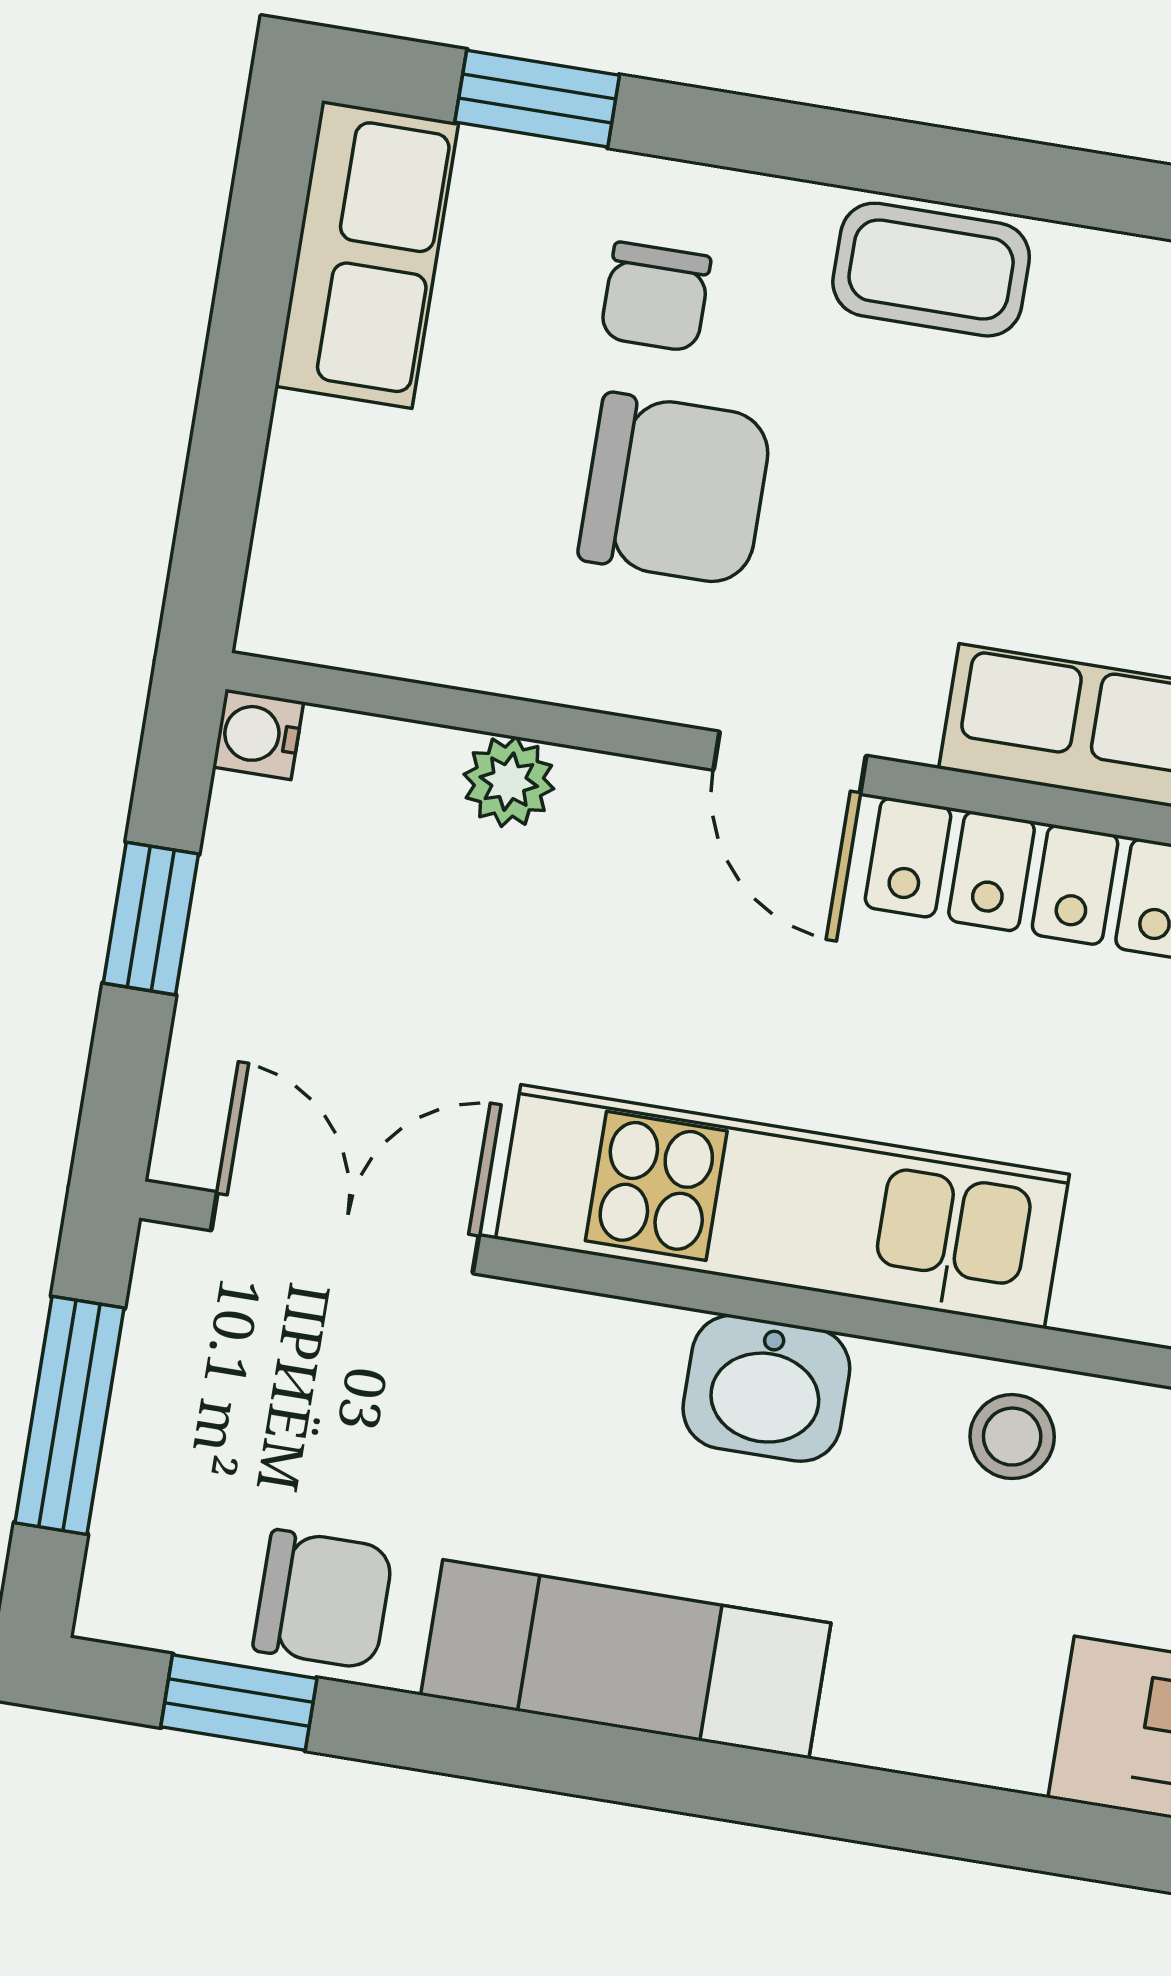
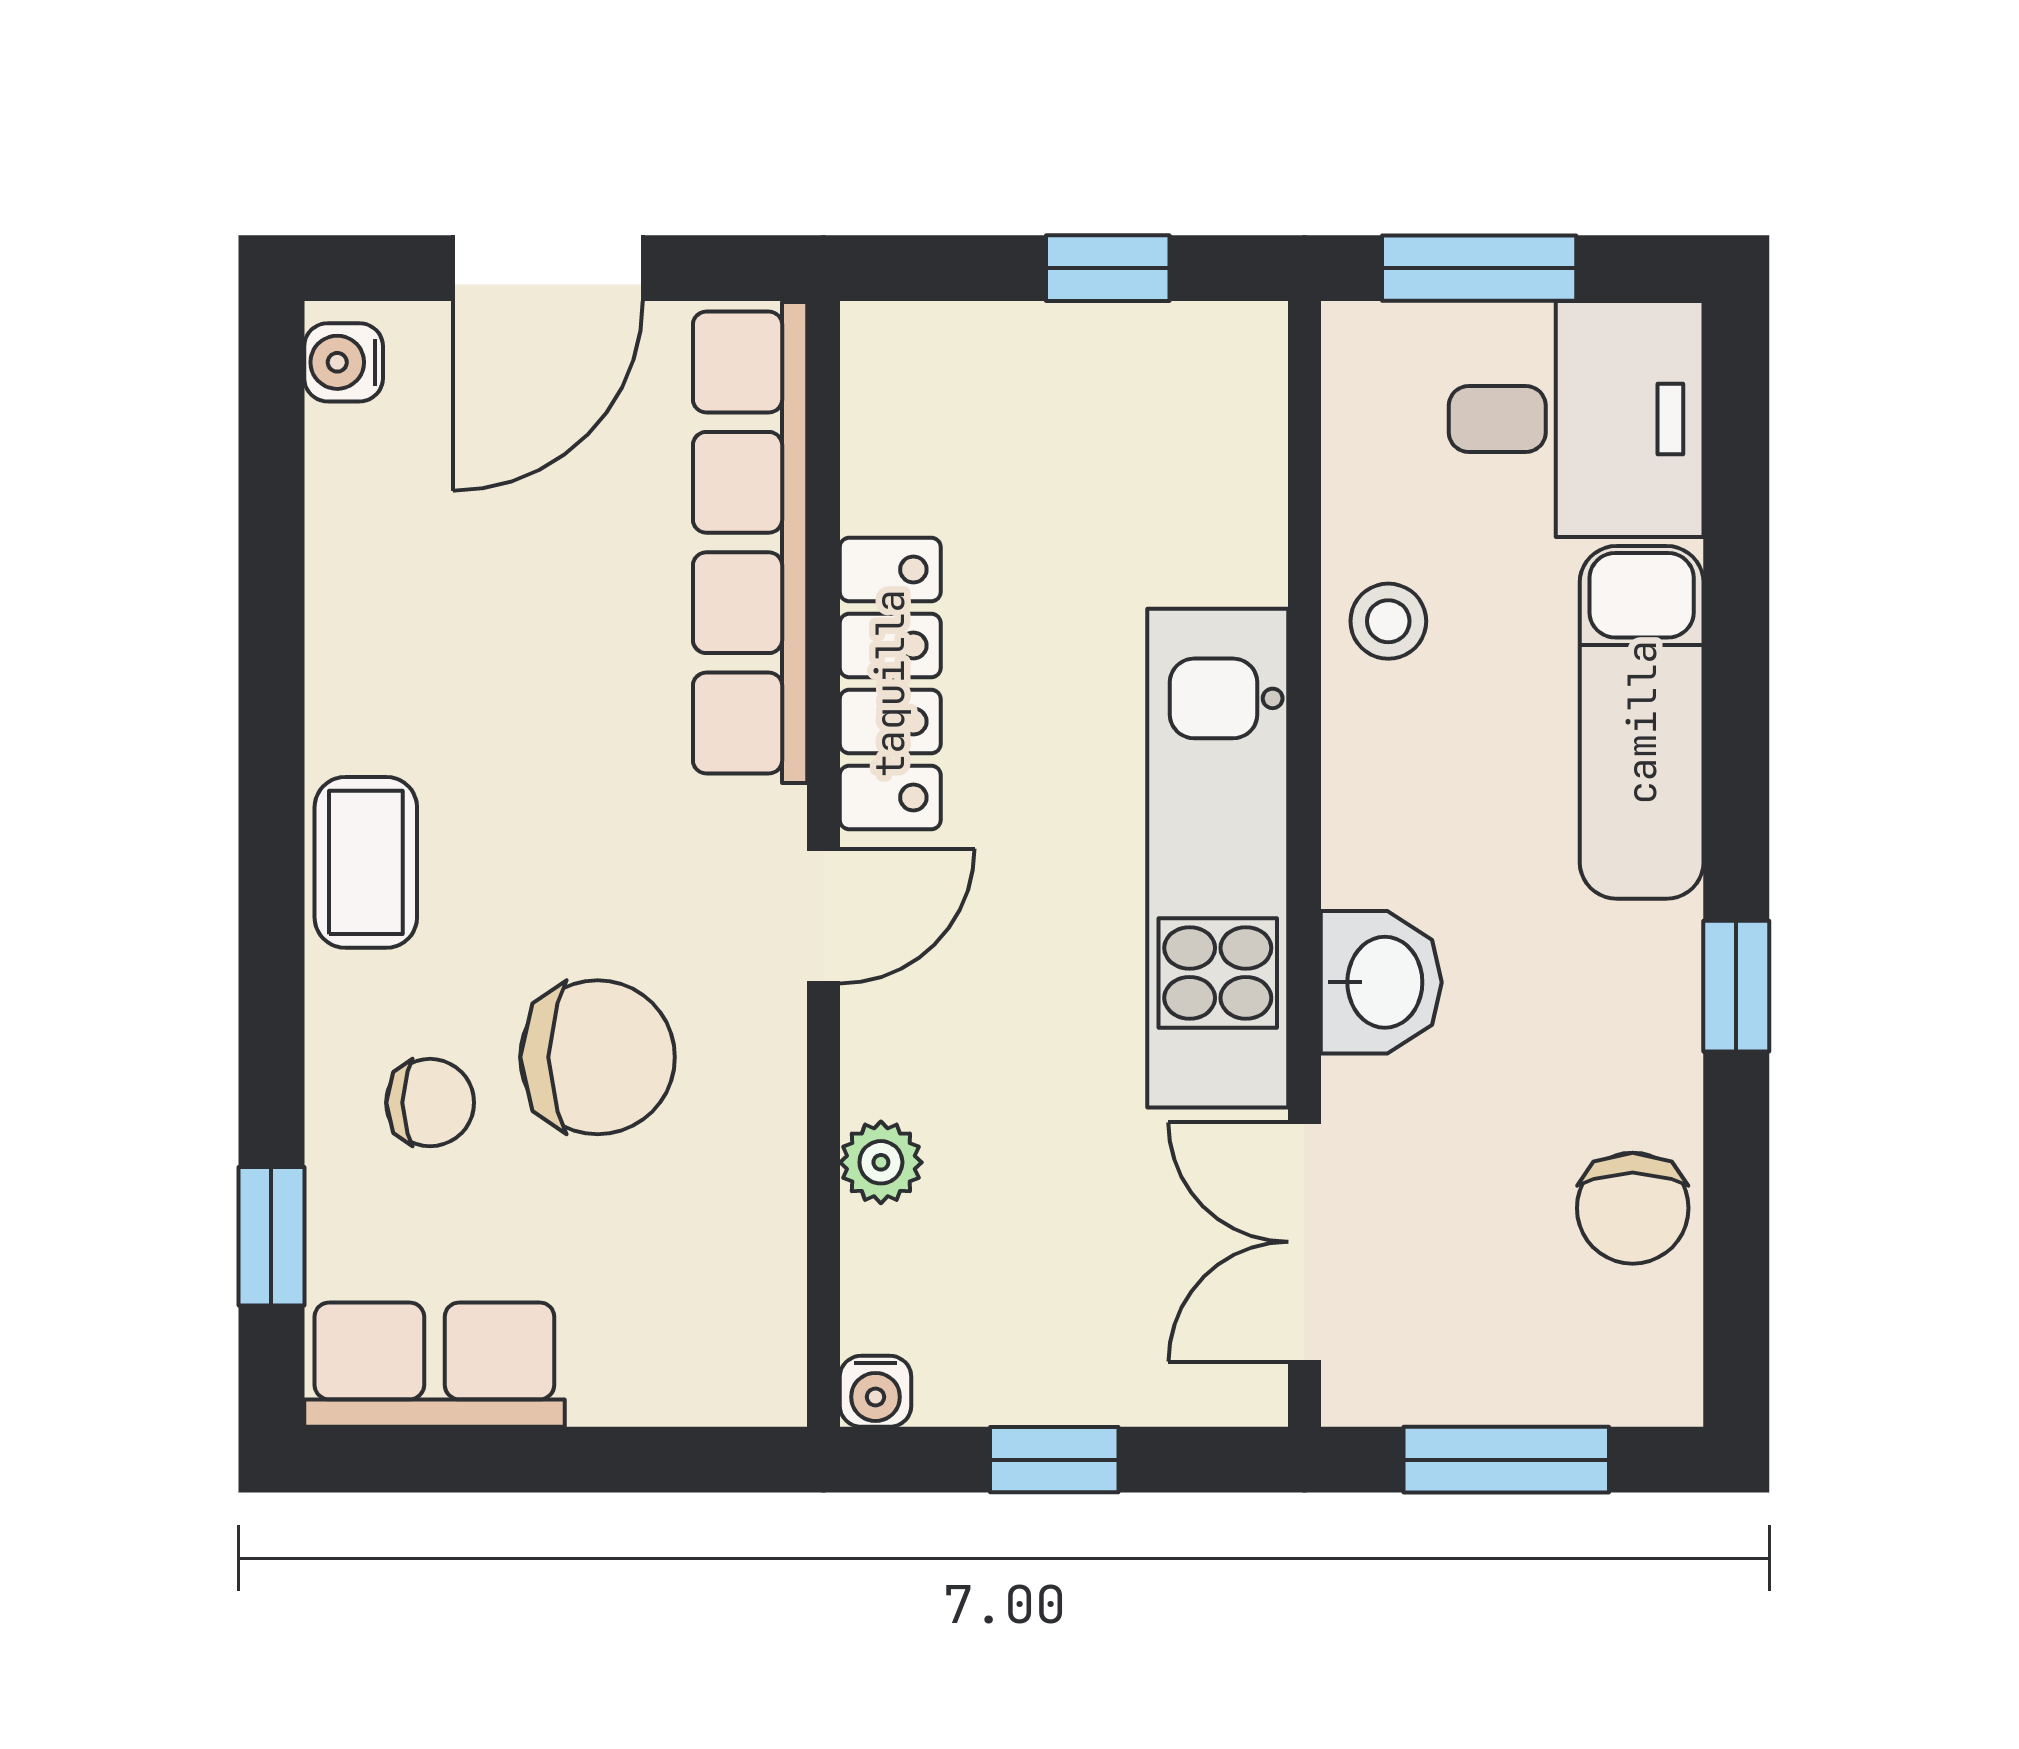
chair: (675, 489) -> (598, 1057), turned 90
washbasin: (766, 1388) -> (1381, 982), moved
chair: (323, 1599) -> (1633, 1208), turned 180
exam couch: (626, 1659) -> (1642, 722), moved
window: (239, 1703) -> (1736, 986), moved

